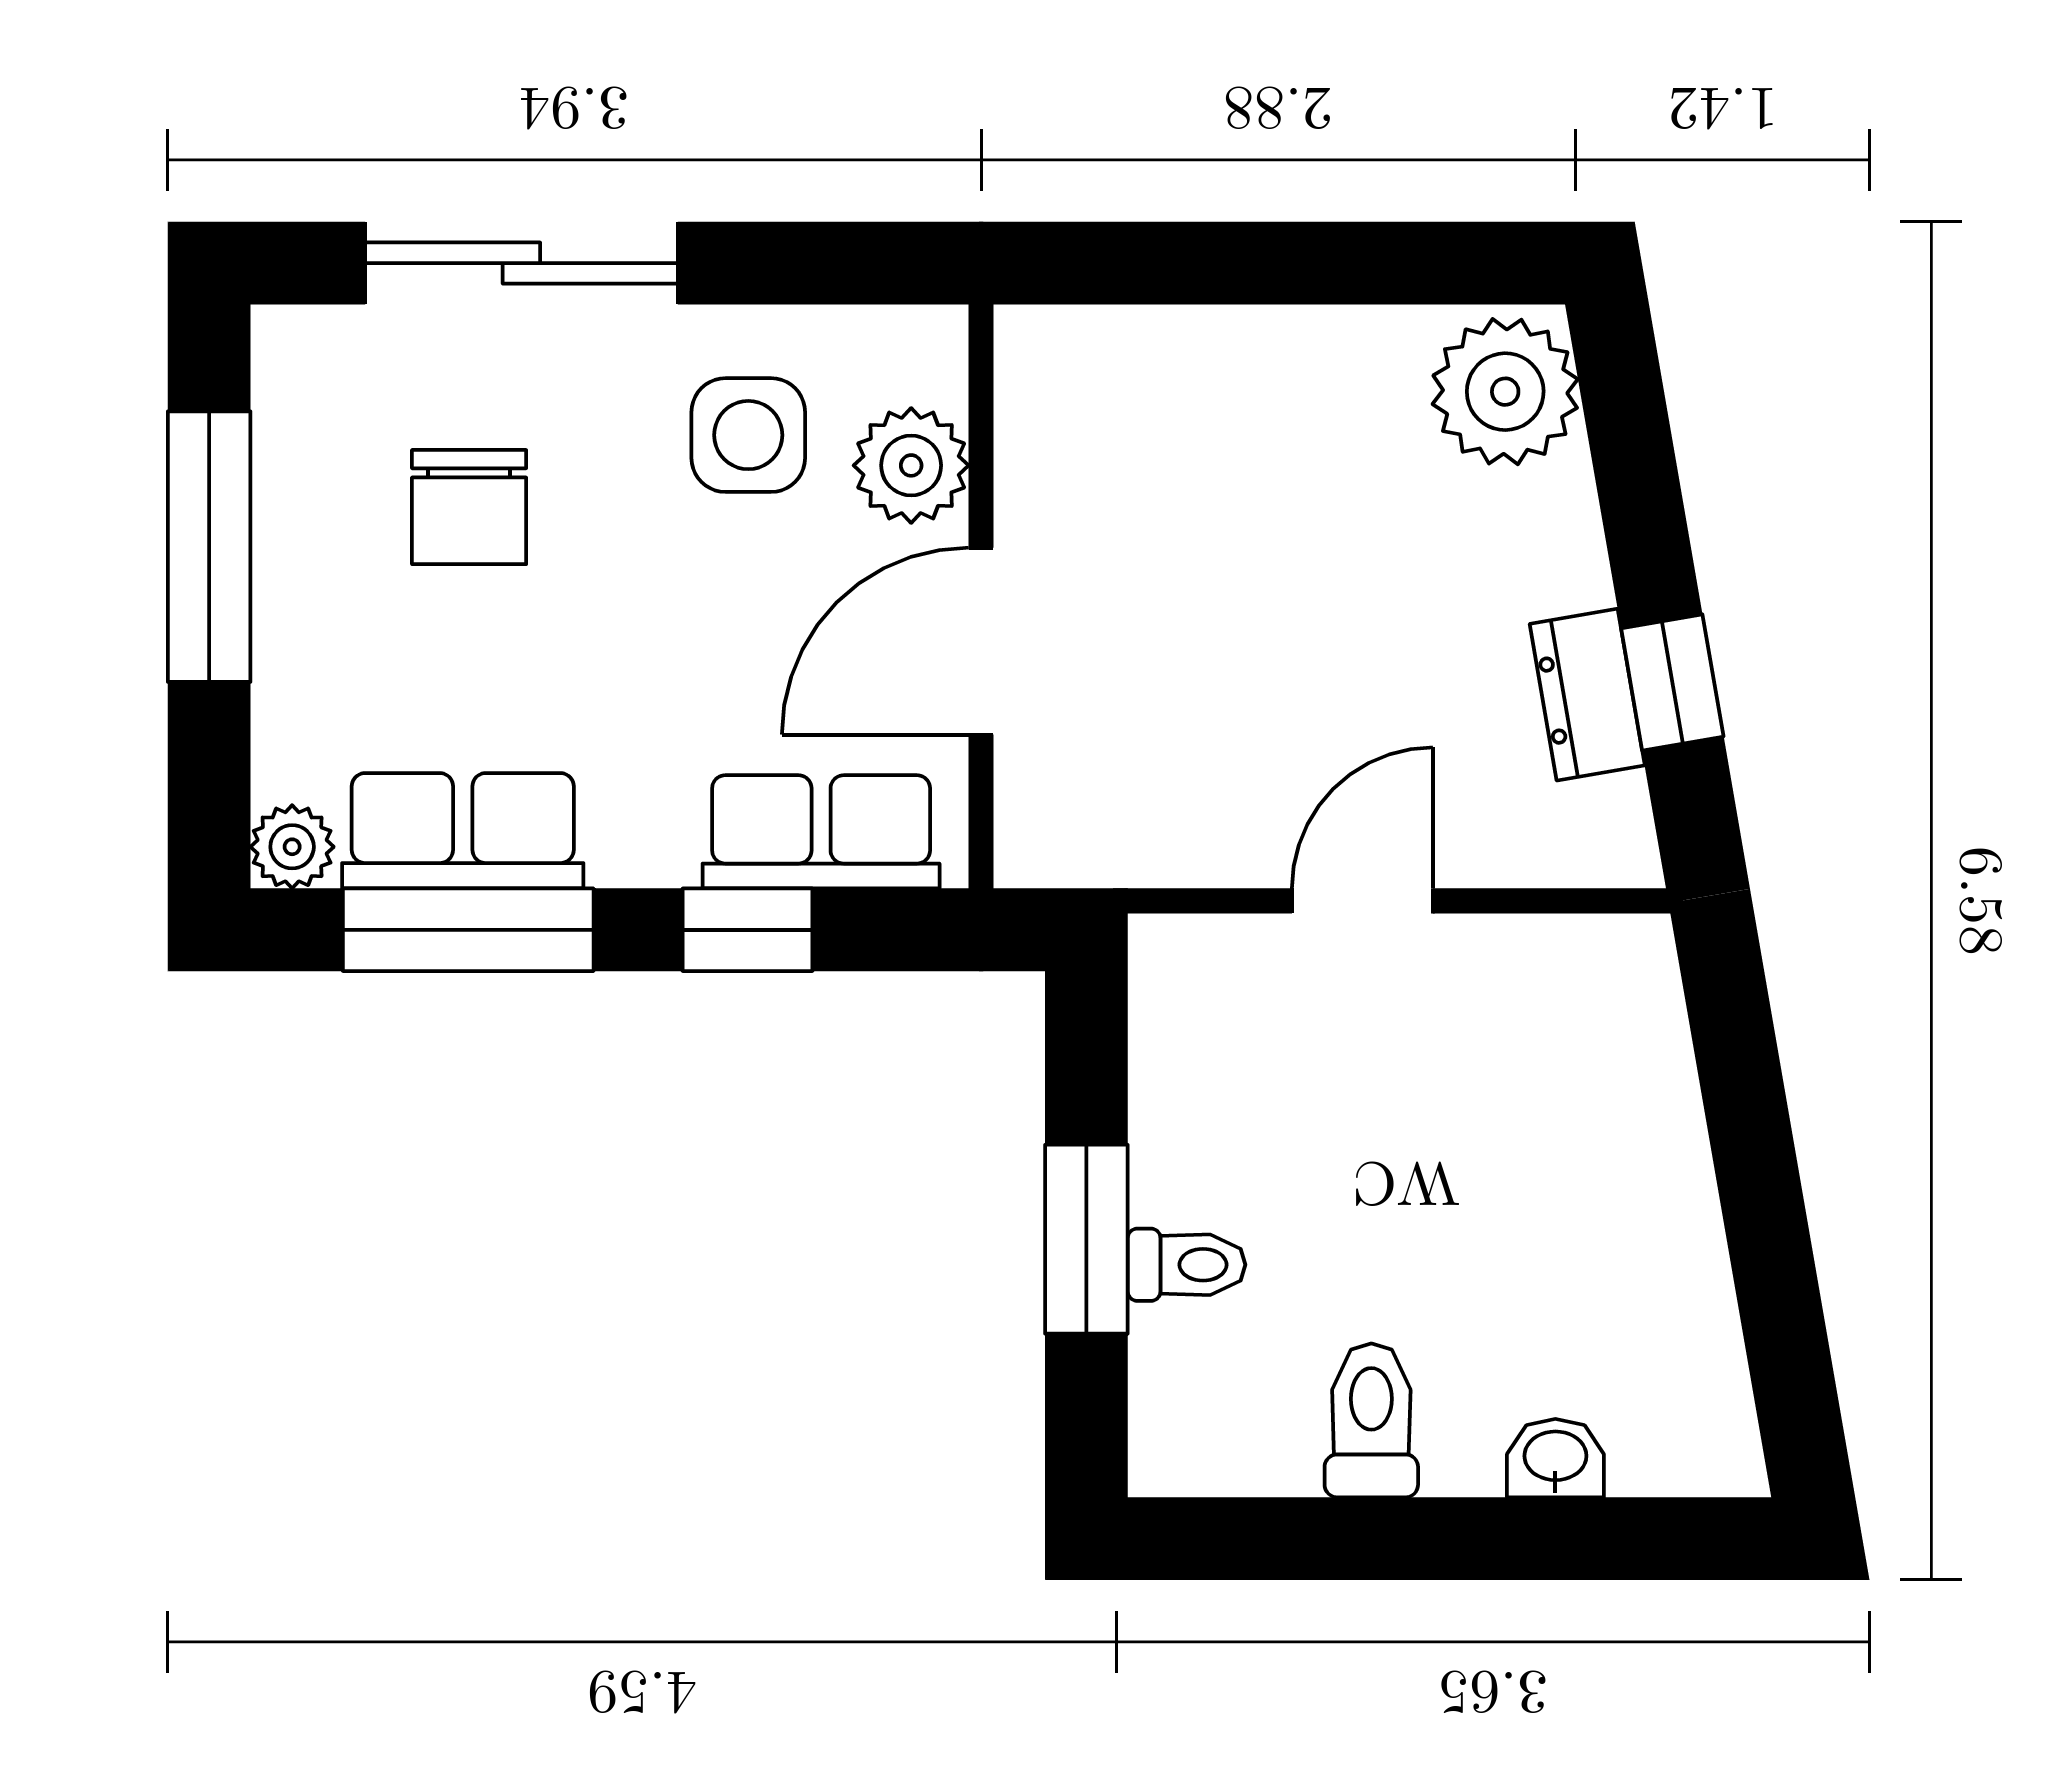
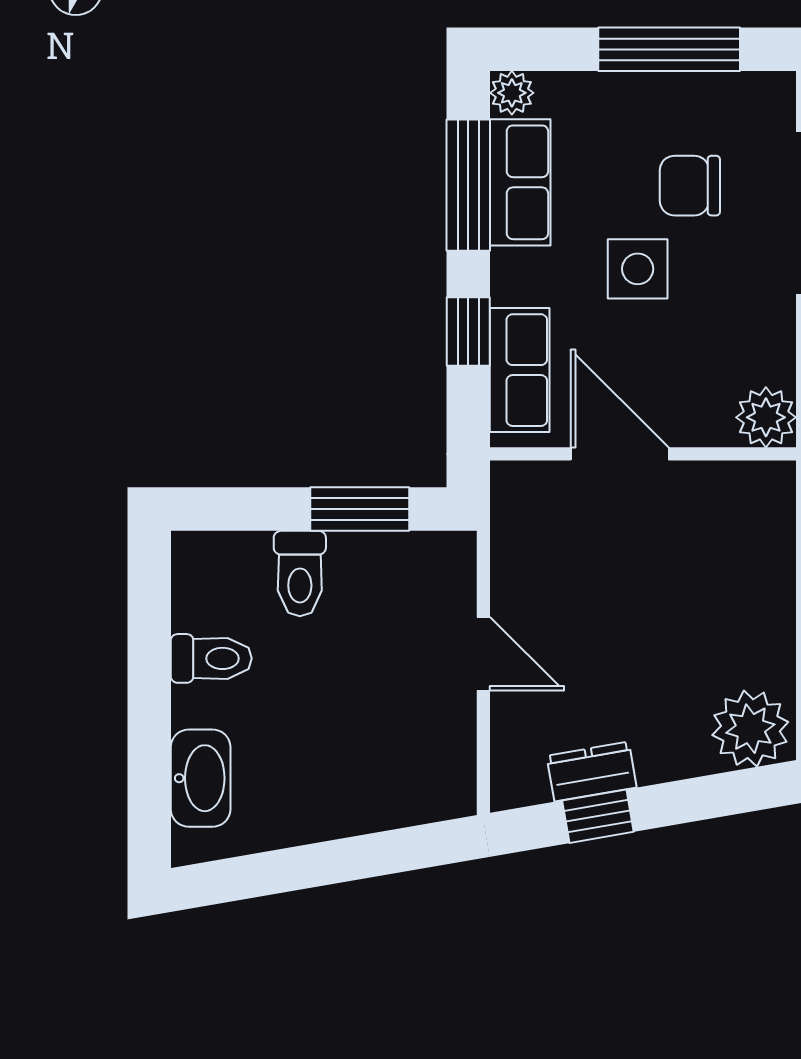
side table: (748, 435) -> (638, 269), moved
plant: (911, 465) -> (766, 417), moved
window: (1086, 1239) -> (360, 509), moved
toilet: (1187, 1265) -> (300, 573), width x1.37, depth x1.39
washbasin: (1555, 1458) -> (201, 778), width x1.91, depth x1.45

